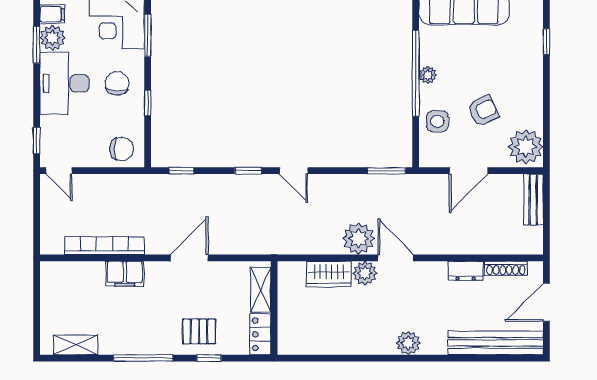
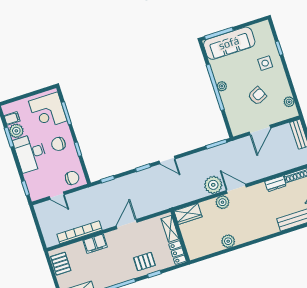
chair: (117, 83) -> (58, 144), turned -94
side table: (437, 121) -> (265, 63), moved
plant: (526, 147) -> (289, 102), width x0.53, depth x0.53
door: (59, 171) -> (57, 196), moved
wardrobe: (329, 274) -> (188, 214), moved
pallet: (55, 289) -> (61, 264), added
plant: (408, 343) -> (228, 241), moved

